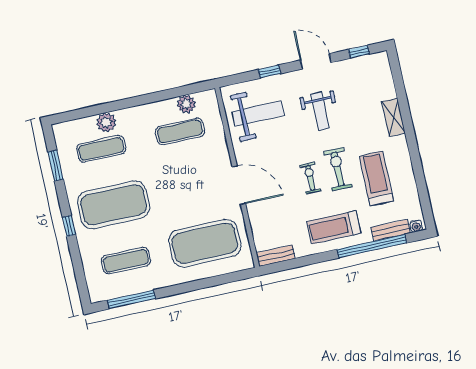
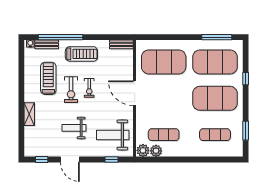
window: (269, 72) -> (112, 159), moved
weight bench: (320, 111) -> (74, 128), turned -90
plant: (106, 122) -> (143, 150), moved
treadmill: (376, 179) -> (48, 78), turned 180
window: (69, 226) -> (246, 79), moved
exercise mat: (126, 261) -> (215, 62), width x2.00, depth x1.45

